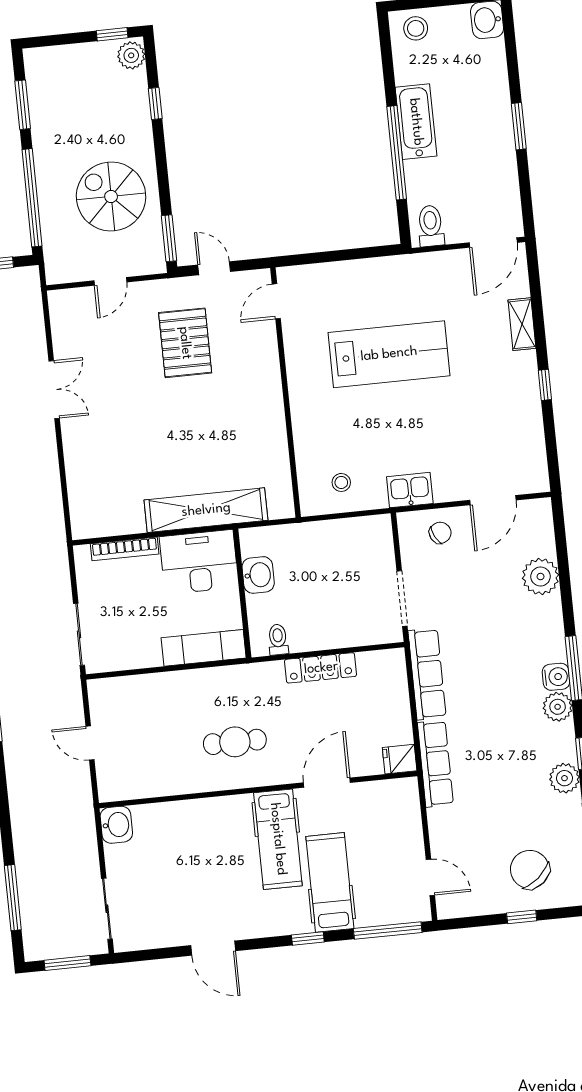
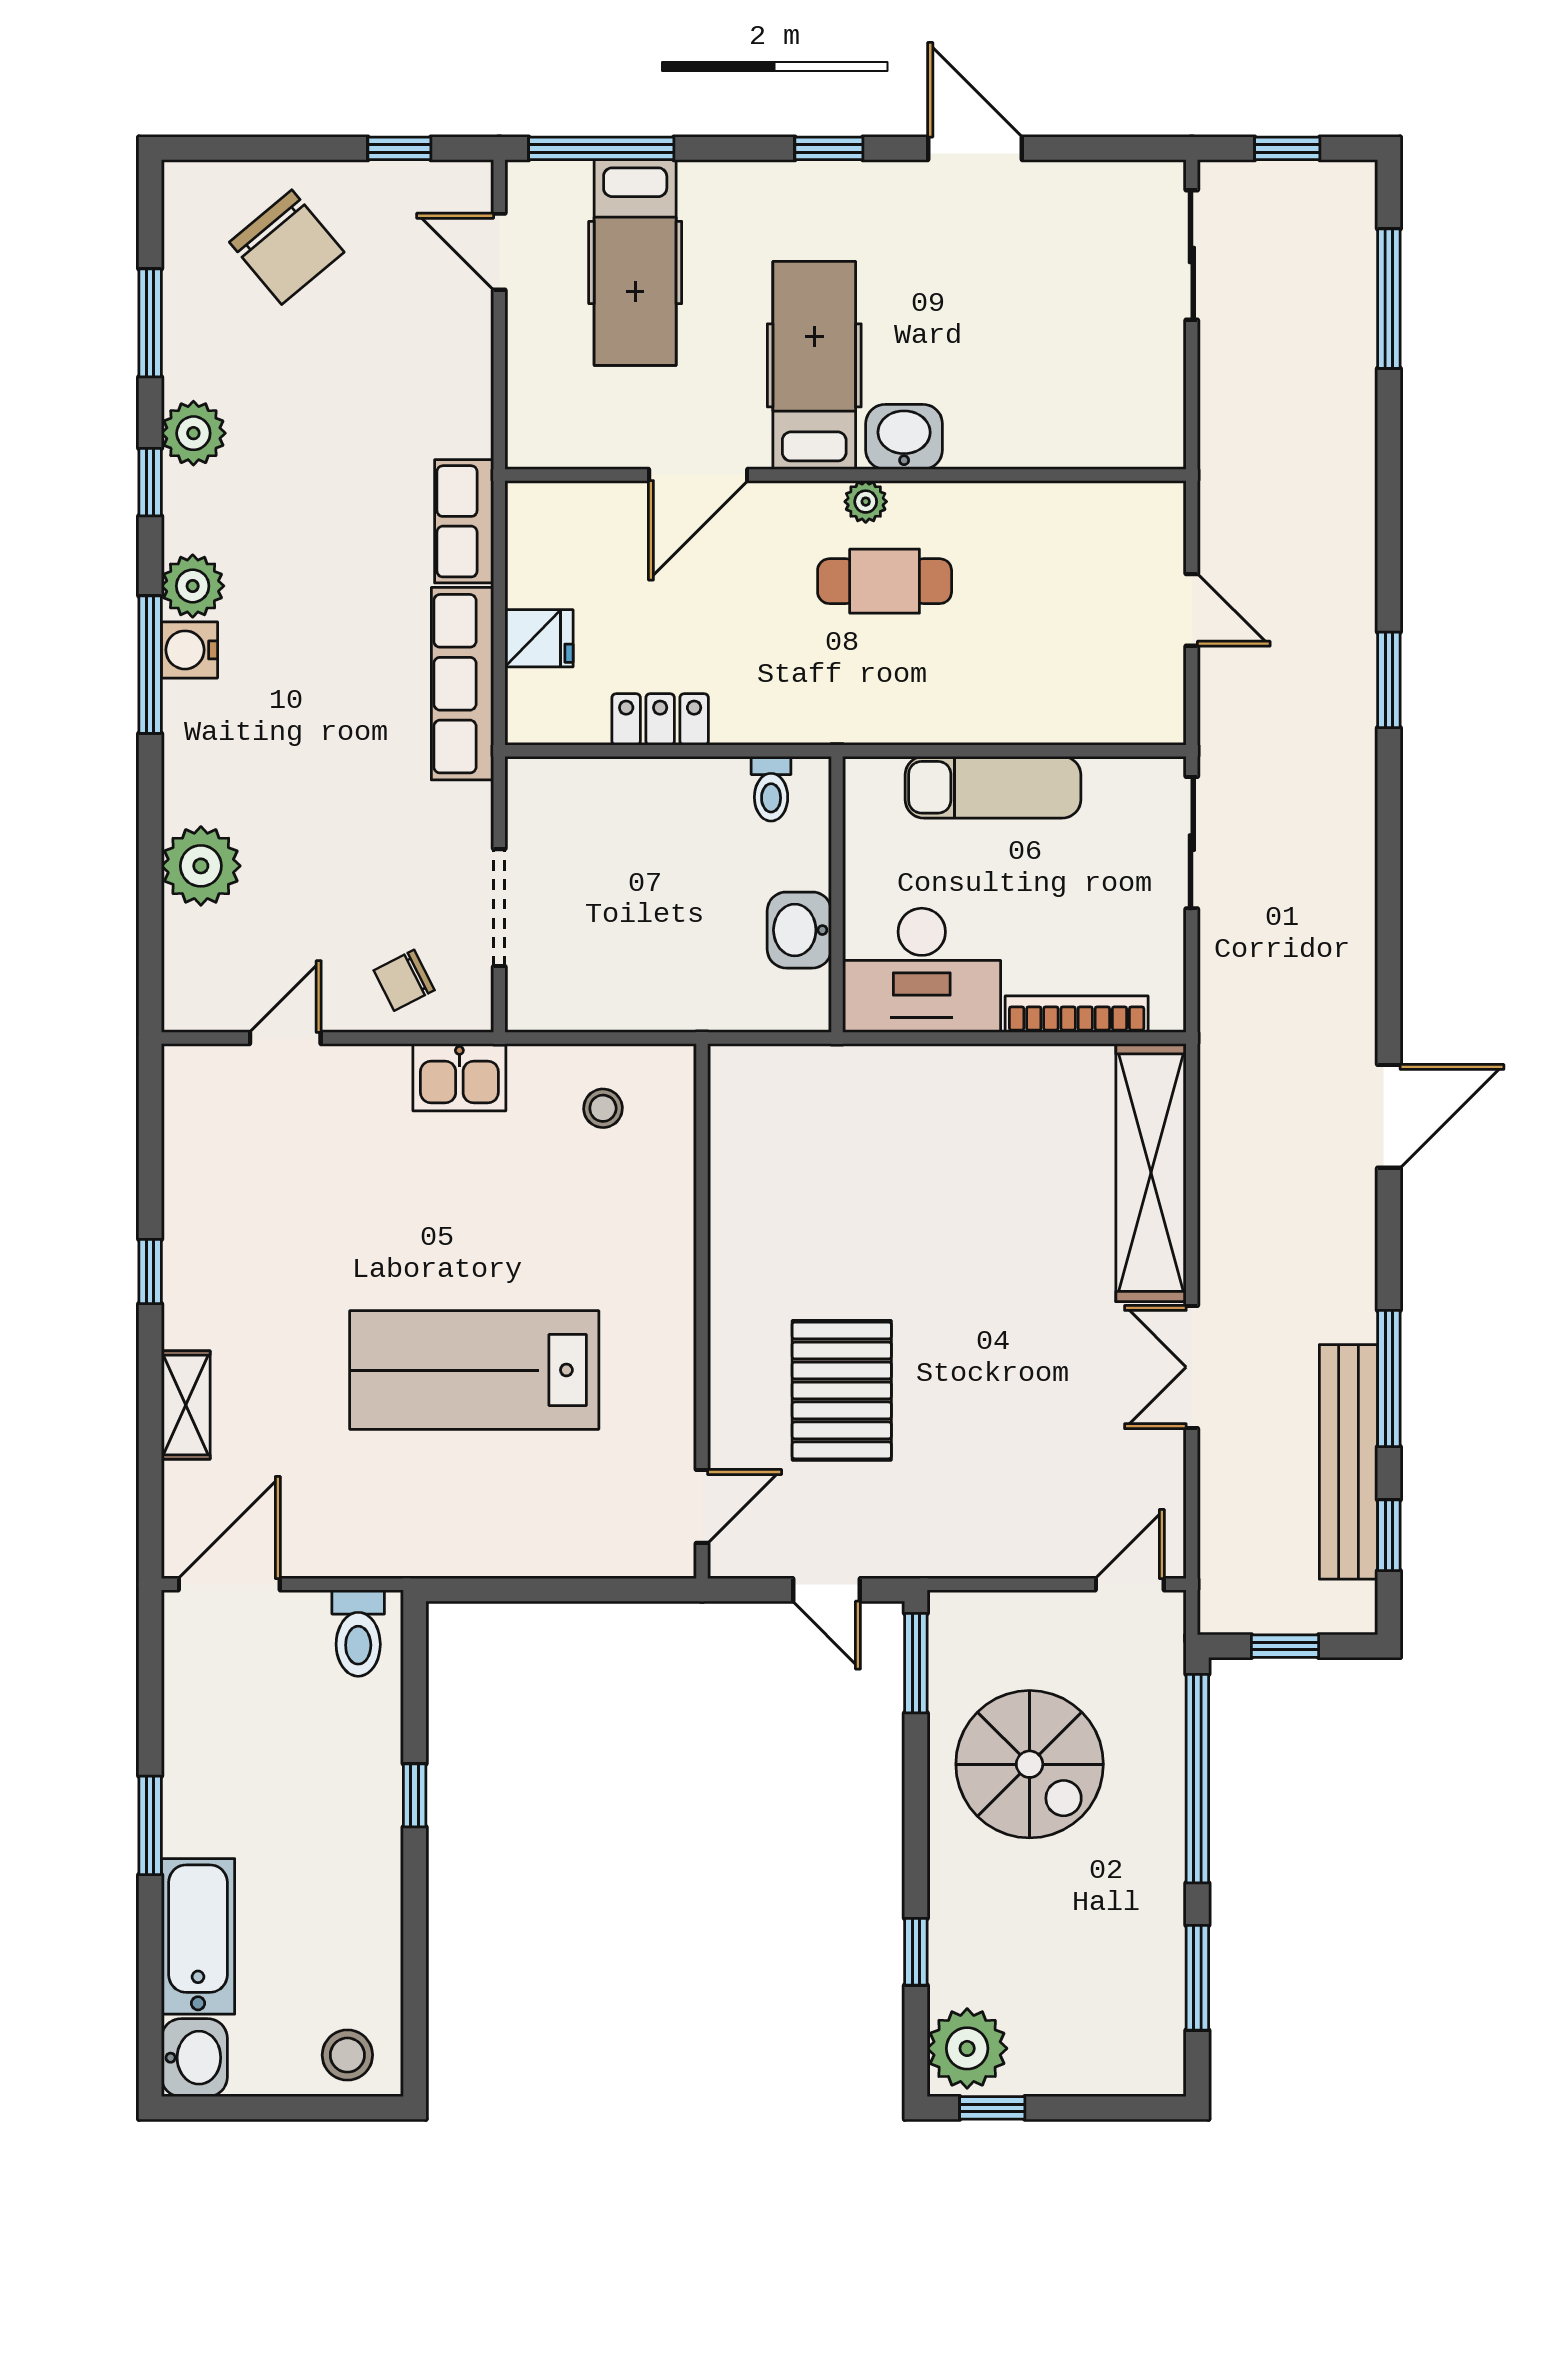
plant: (131, 55) -> (967, 2048), width x1.36, depth x1.36
bathtub: (416, 122) -> (198, 1936), moved, turned 180
window: (397, 153) -> (415, 1795), width x0.32
door: (110, 281) -> (1130, 1584), moved
pallet: (185, 343) -> (842, 1390), moved
door: (493, 500) -> (285, 1038), width x0.73
shelving: (206, 510) -> (1151, 1173), moved, turned 90
doorway: (402, 598) -> (499, 908), moved
exam couch: (204, 648) -> (993, 787), moved
locker: (321, 668) -> (660, 719), width x0.66
fridge: (400, 759) -> (539, 638), moved
row of seats: (435, 764) -> (464, 521), width x0.68
plant: (247, 778) -> (866, 502), added
washbasin: (116, 825) -> (904, 437), moved, turned 90
hospital bed: (330, 882) -> (635, 263), moved
window: (522, 917) -> (399, 148), moved
window: (308, 939) -> (829, 148), moved
window: (67, 963) -> (1287, 148), width x0.67

